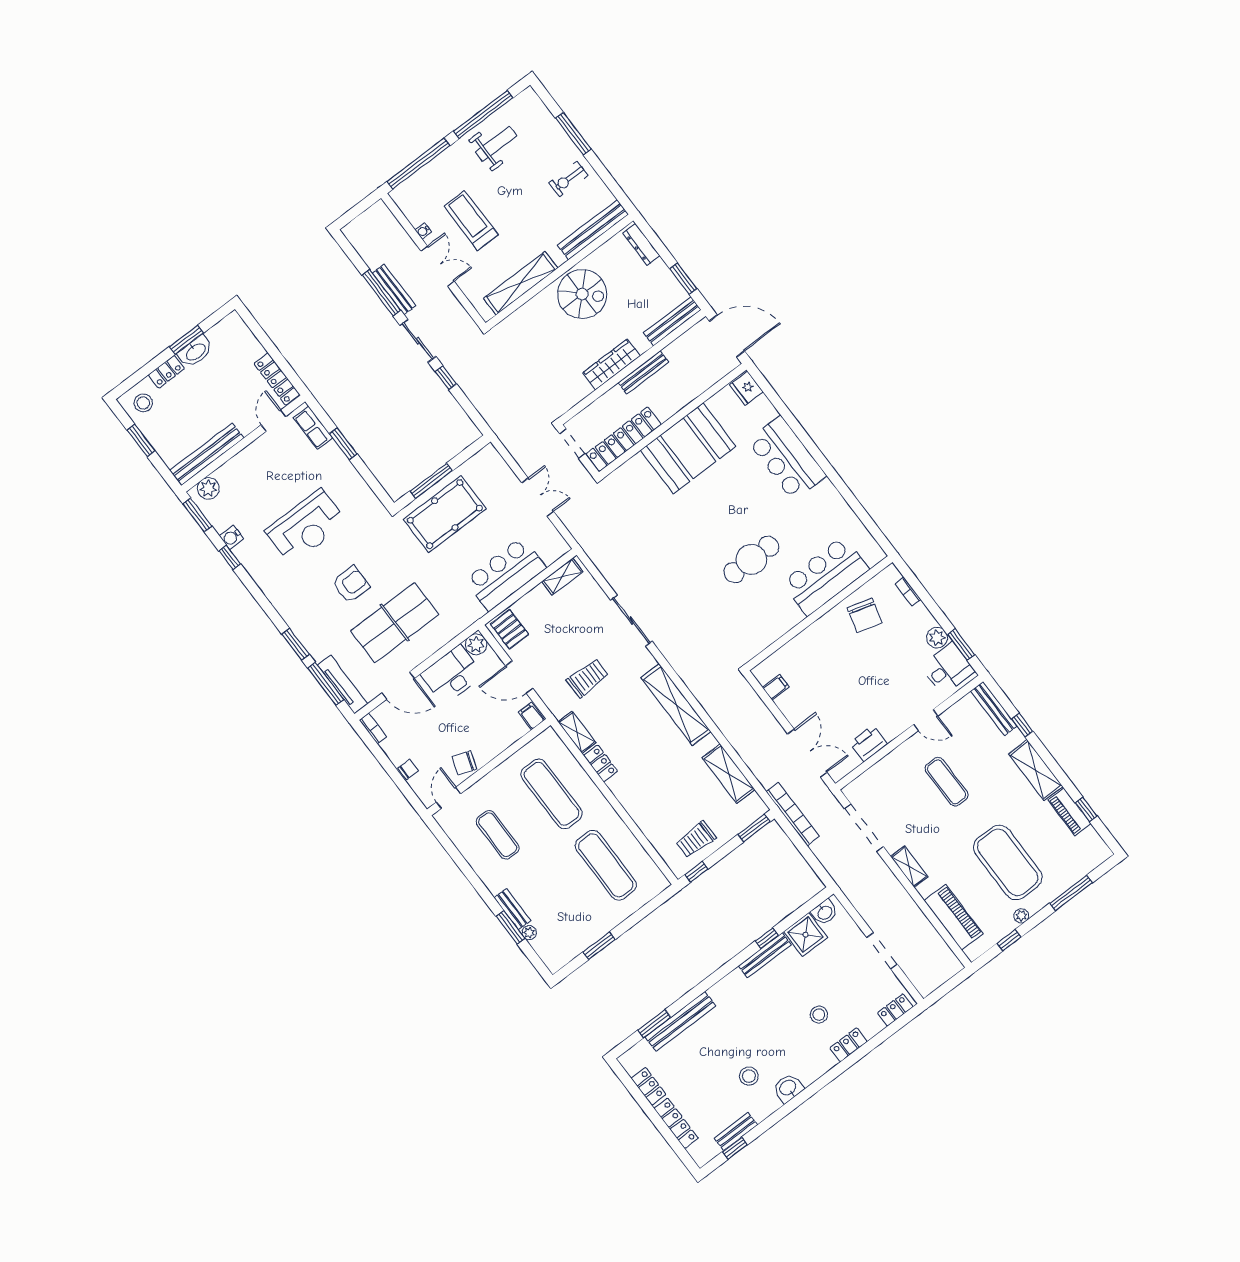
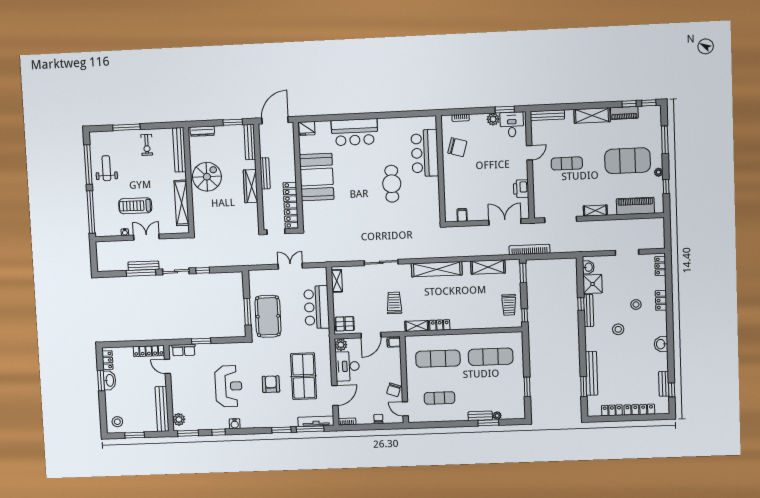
locker: (166, 372) -> (107, 360), moved
water cooler: (231, 537) -> (235, 424), moved
window: (1022, 725) -> (649, 103), moved
stool: (749, 1076) -> (618, 329), moved

